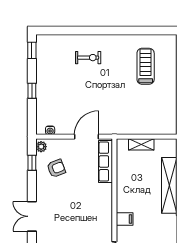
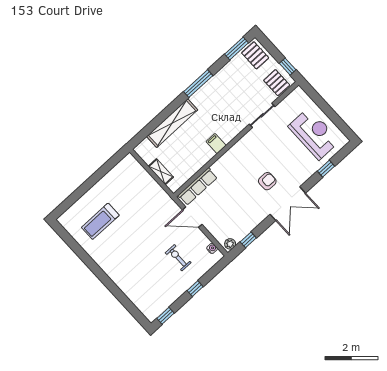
exercise bike: (88, 58) -> (178, 258), moved
armchair: (56, 168) -> (267, 181), moved, turned 111
double door: (32, 216) -> (288, 204), width x1.37
filing cabinet: (125, 219) -> (216, 144), moved

